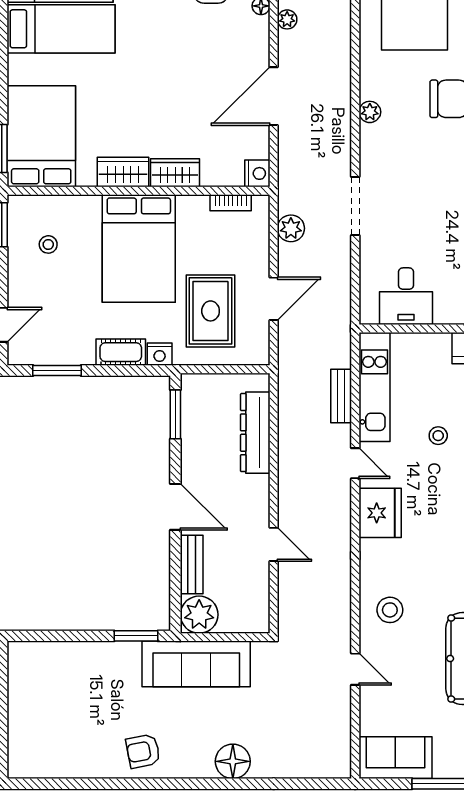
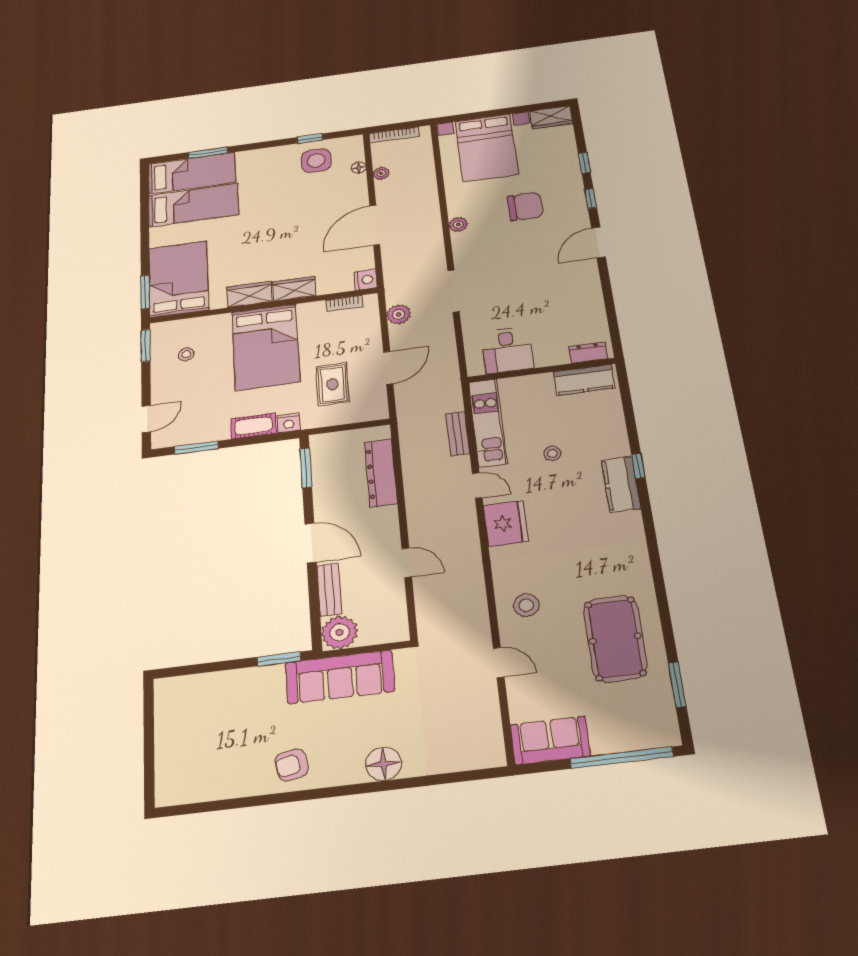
rug: (211, 311) -> (332, 384), width x0.73, depth x0.70

